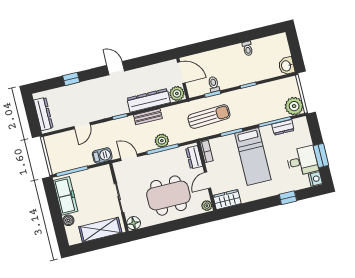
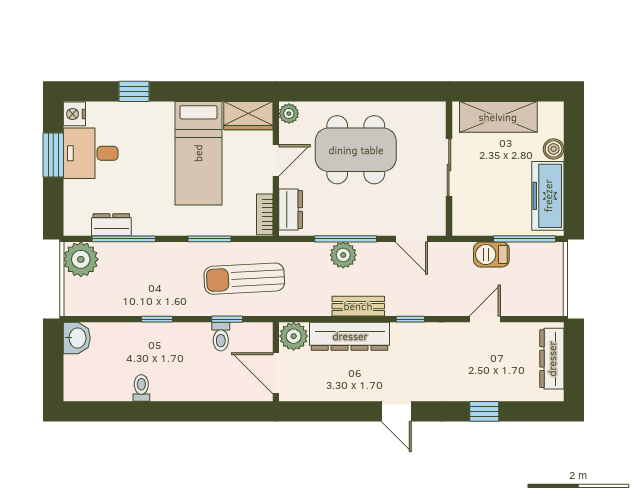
barbecue: (102, 155) -> (491, 255), moved
bed: (253, 157) -> (198, 153), moved, turned 180
floor lamp: (134, 223) -> (433, 114), removed

